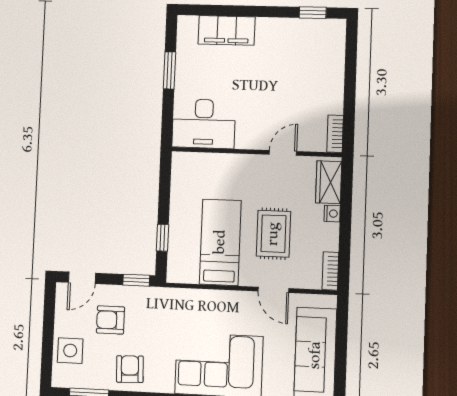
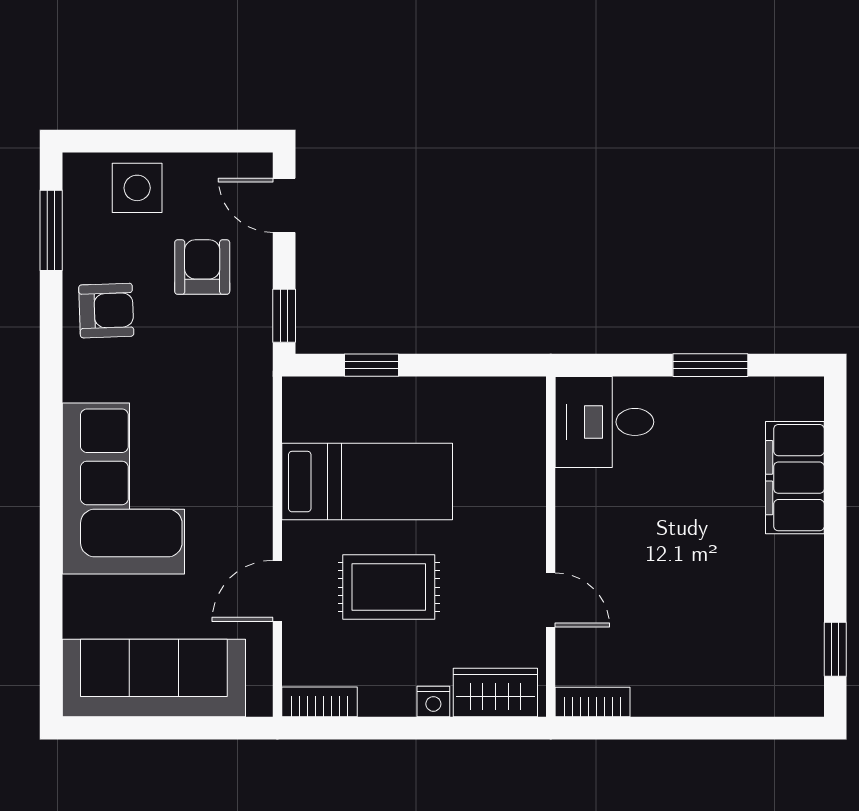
desk: (204, 124) -> (604, 422), width x0.73

